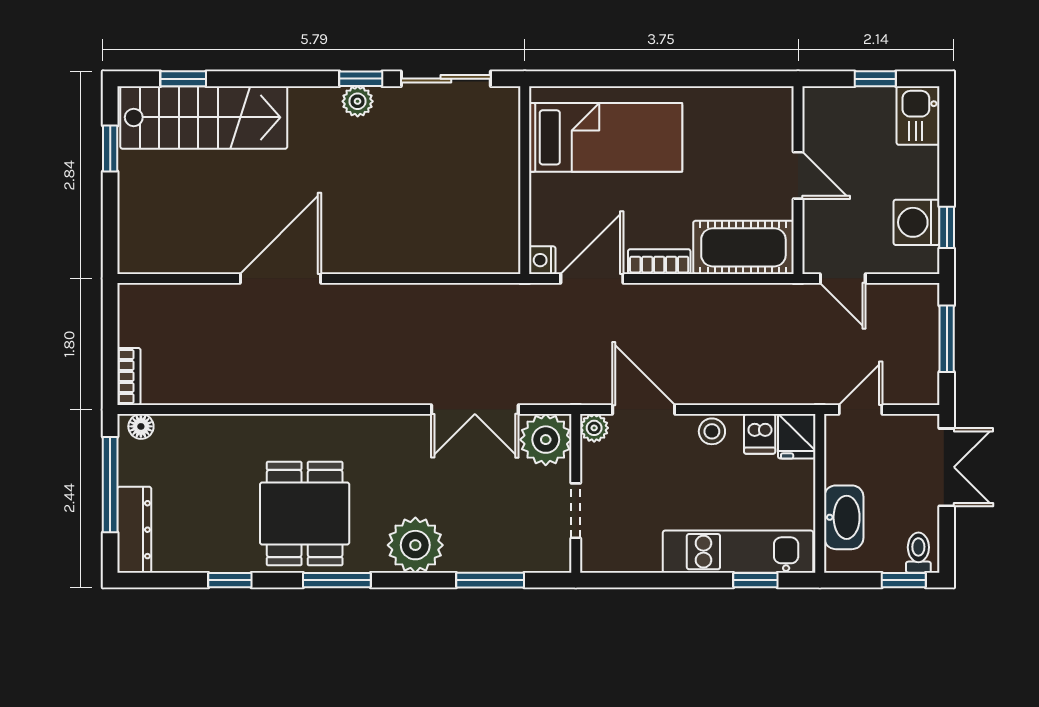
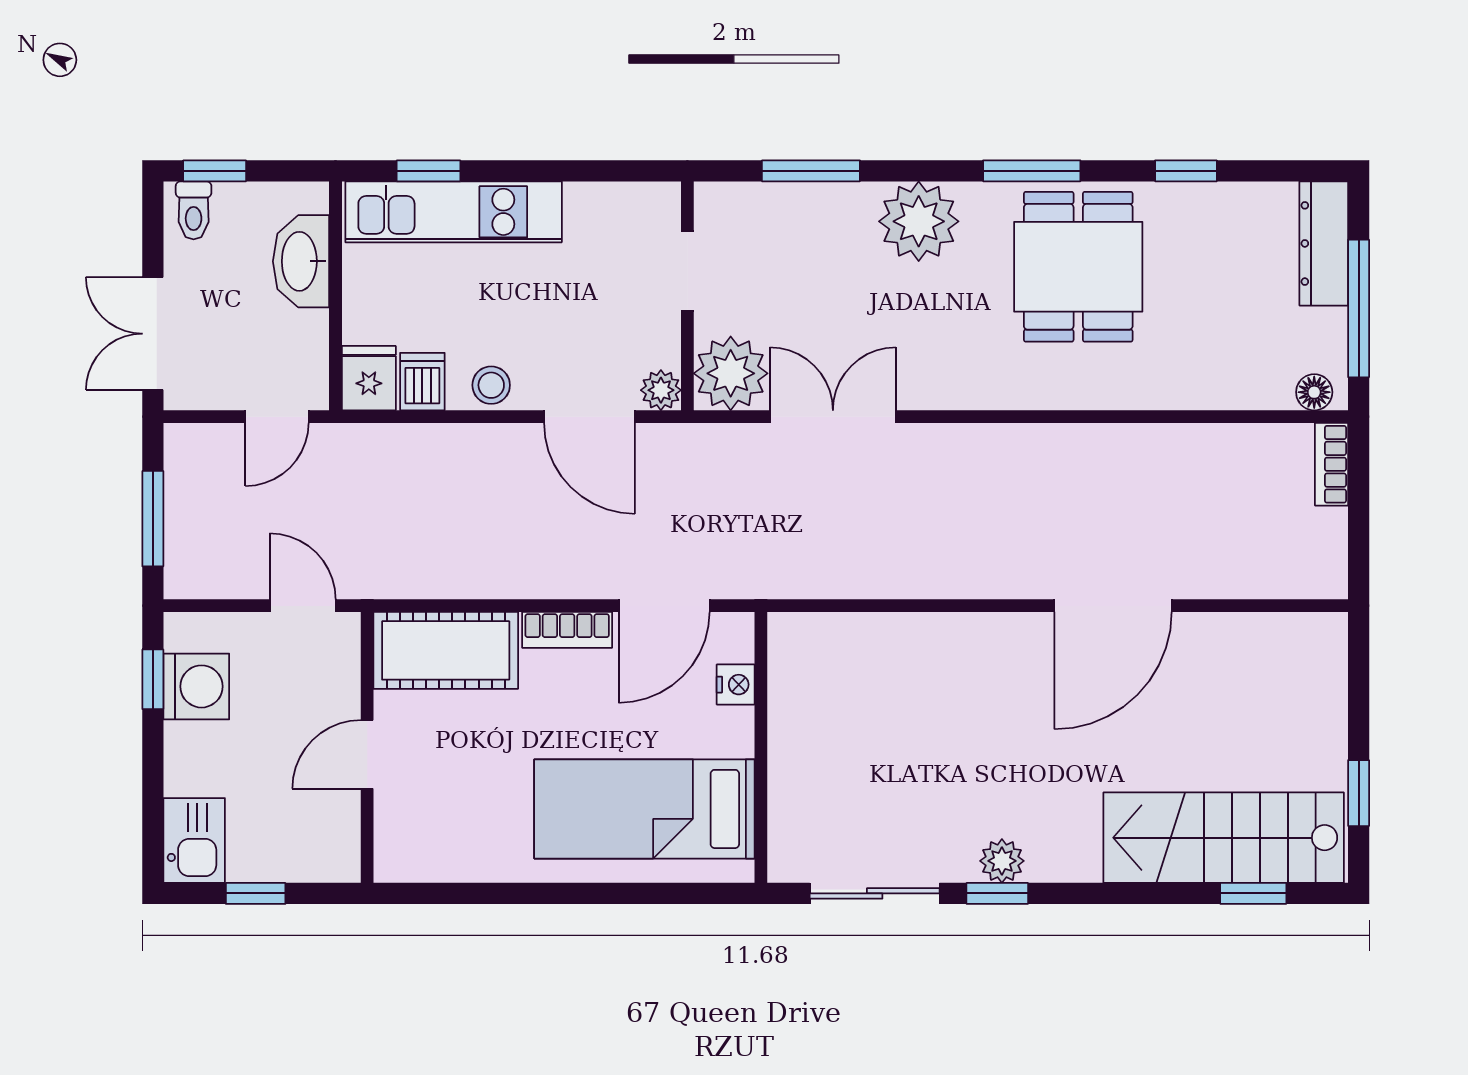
door: (798, 175) -> (367, 754), hinge flipped
nightstand: (542, 260) -> (736, 685), moved

